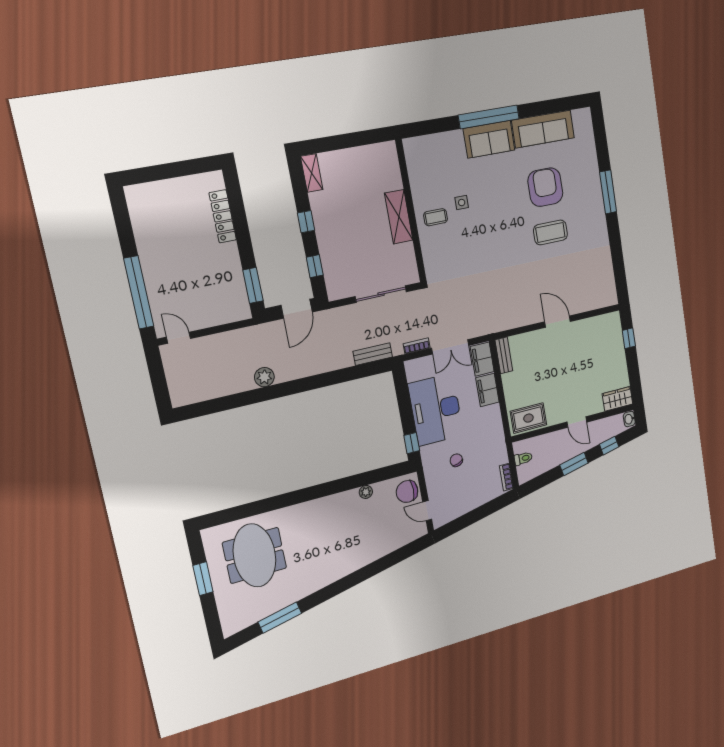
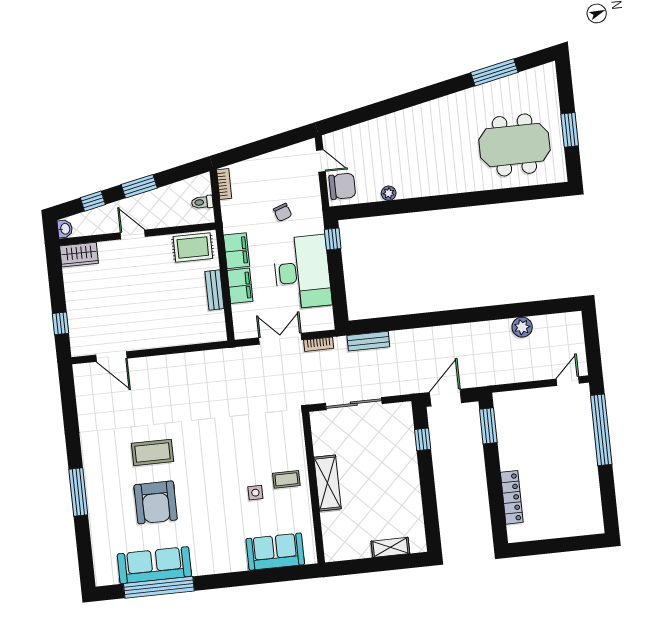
window: (489, 117) -> (159, 587), moved
sofa: (489, 139) -> (275, 552), moved
shelving: (312, 173) -> (390, 547), moved, turned 90
window: (306, 222) -> (428, 486), removed
door: (558, 322) -> (111, 357), moved
door: (178, 338) -> (568, 381), swing flipped
bench: (504, 355) -> (214, 290), moved
filing cabinet: (482, 359) -> (237, 251), moved
plant: (264, 377) -> (522, 327), moved
meeting table: (255, 555) -> (514, 145), turned 90

